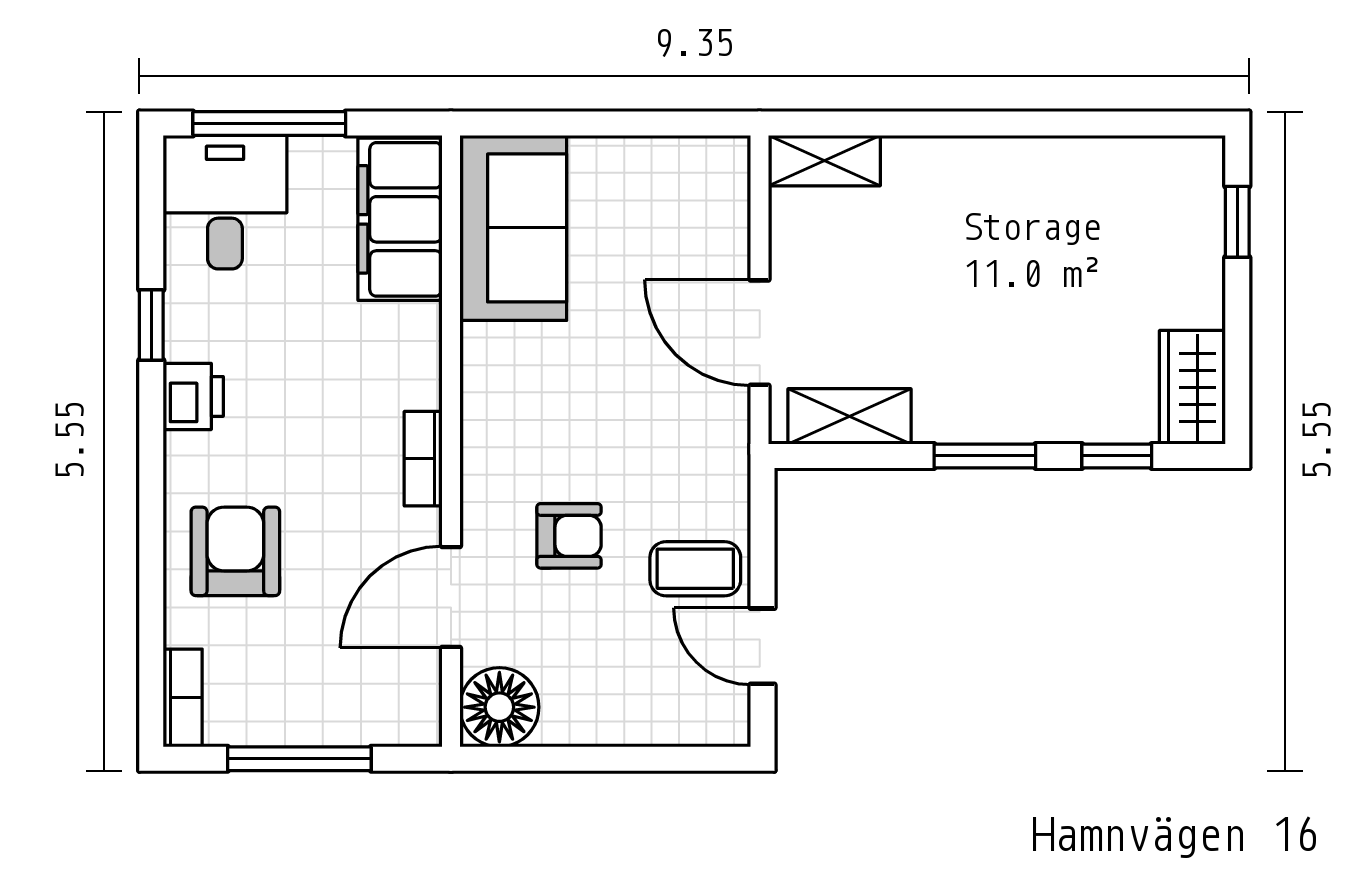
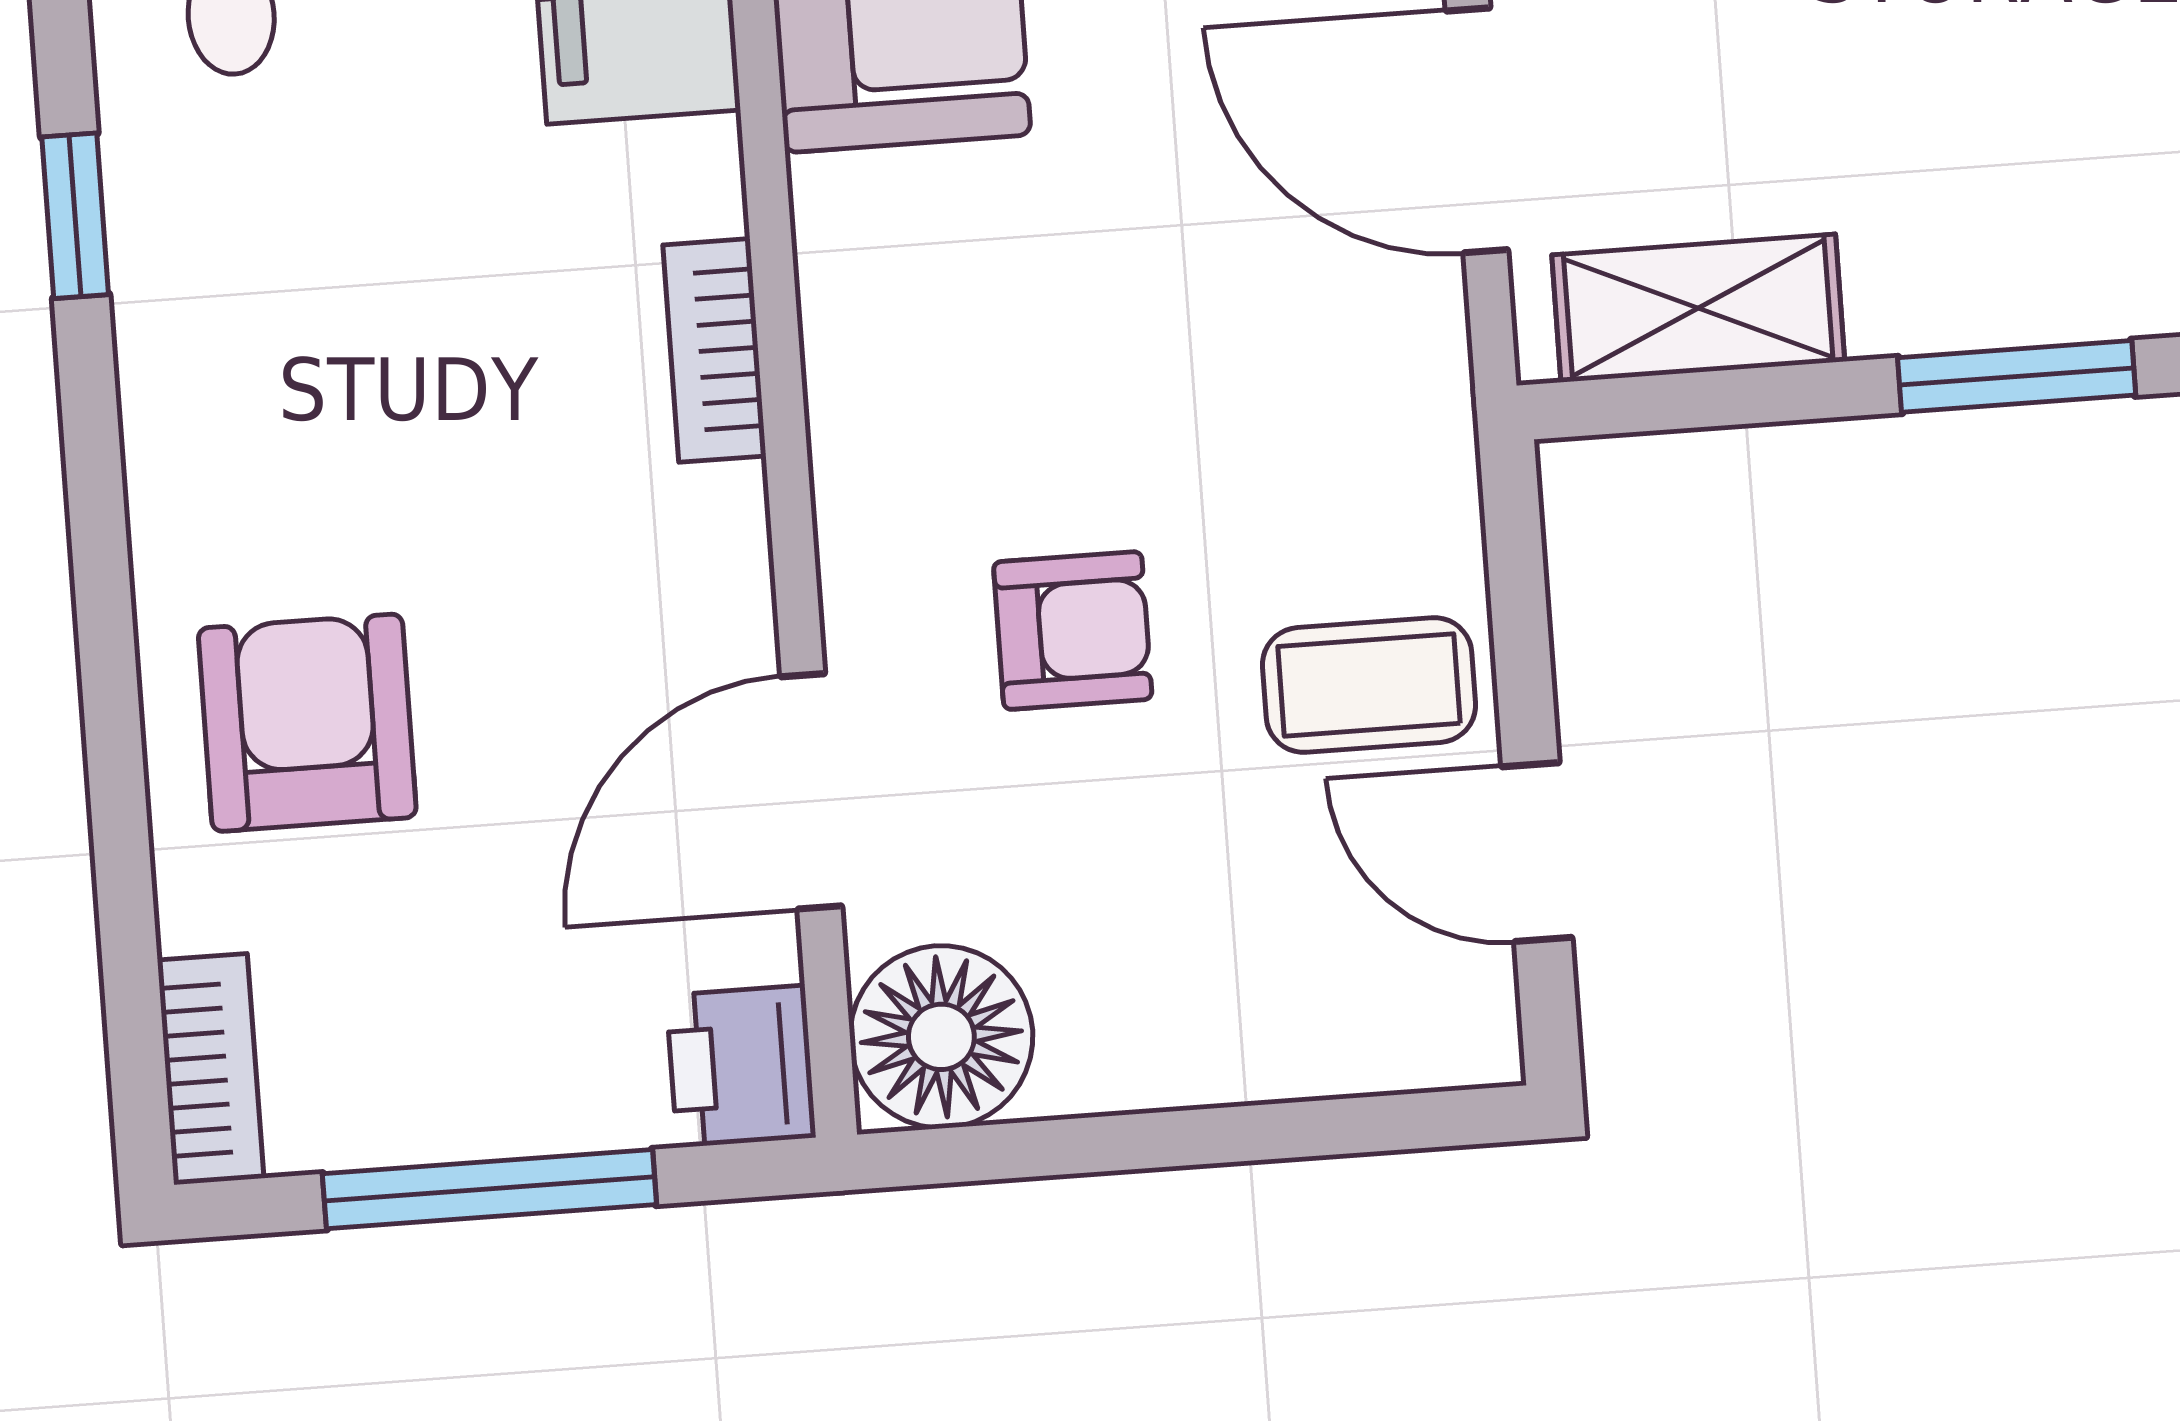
printer: (193, 396) -> (741, 1066), moved, turned 180
bookcase: (423, 459) -> (714, 350), moved

